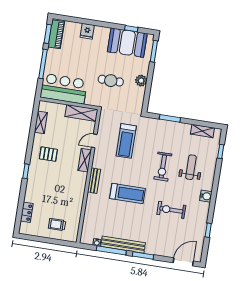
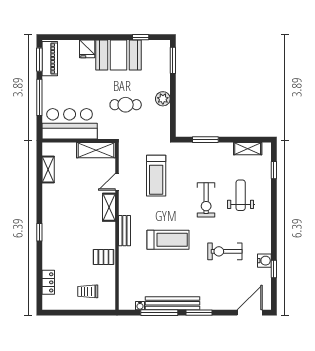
booth: (127, 43) -> (118, 55), moved
pallet: (48, 154) -> (103, 257), moved
water cooler: (206, 196) -> (264, 261), moved

